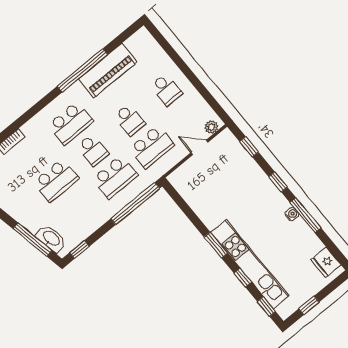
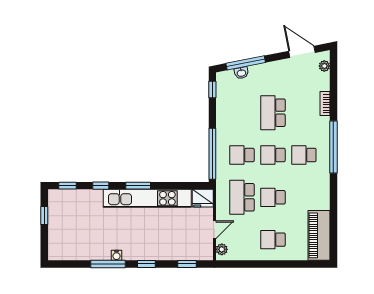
window: (83, 70) -> (333, 147), moved
piano: (108, 71) -> (319, 235), moved
school desk: (71, 123) -> (304, 155), width x0.54
school desk: (115, 177) -> (242, 155), width x0.54
washbasin: (51, 238) -> (241, 73), width x0.52, depth x0.69
fridge: (326, 262) -> (203, 198), moved, turned 180
kitchen unit: (250, 264) -> (147, 198), moved

